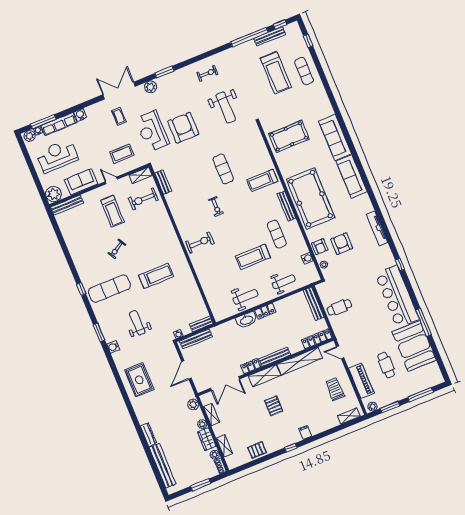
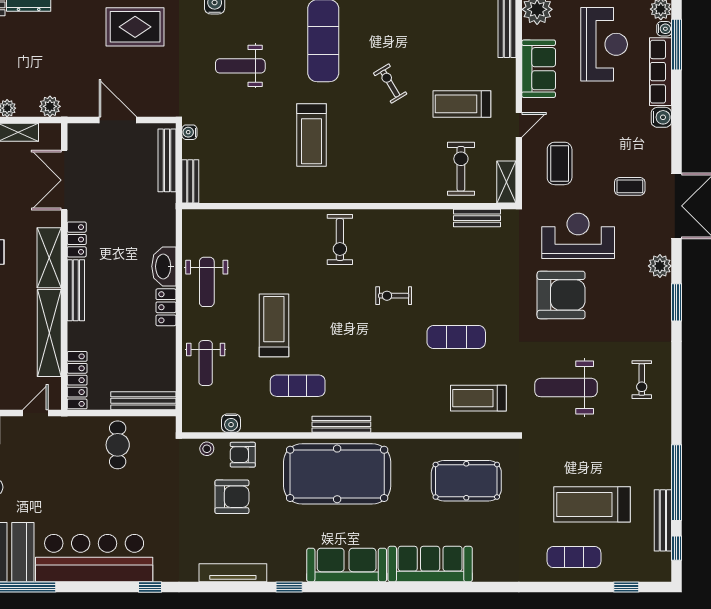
pool table: (289, 136) -> (466, 481), turned 90
treadmill: (262, 180) -> (478, 398), moved, turned -90
window: (373, 199) -> (289, 587), added
weight bench: (137, 323) -> (240, 66), turned 180

